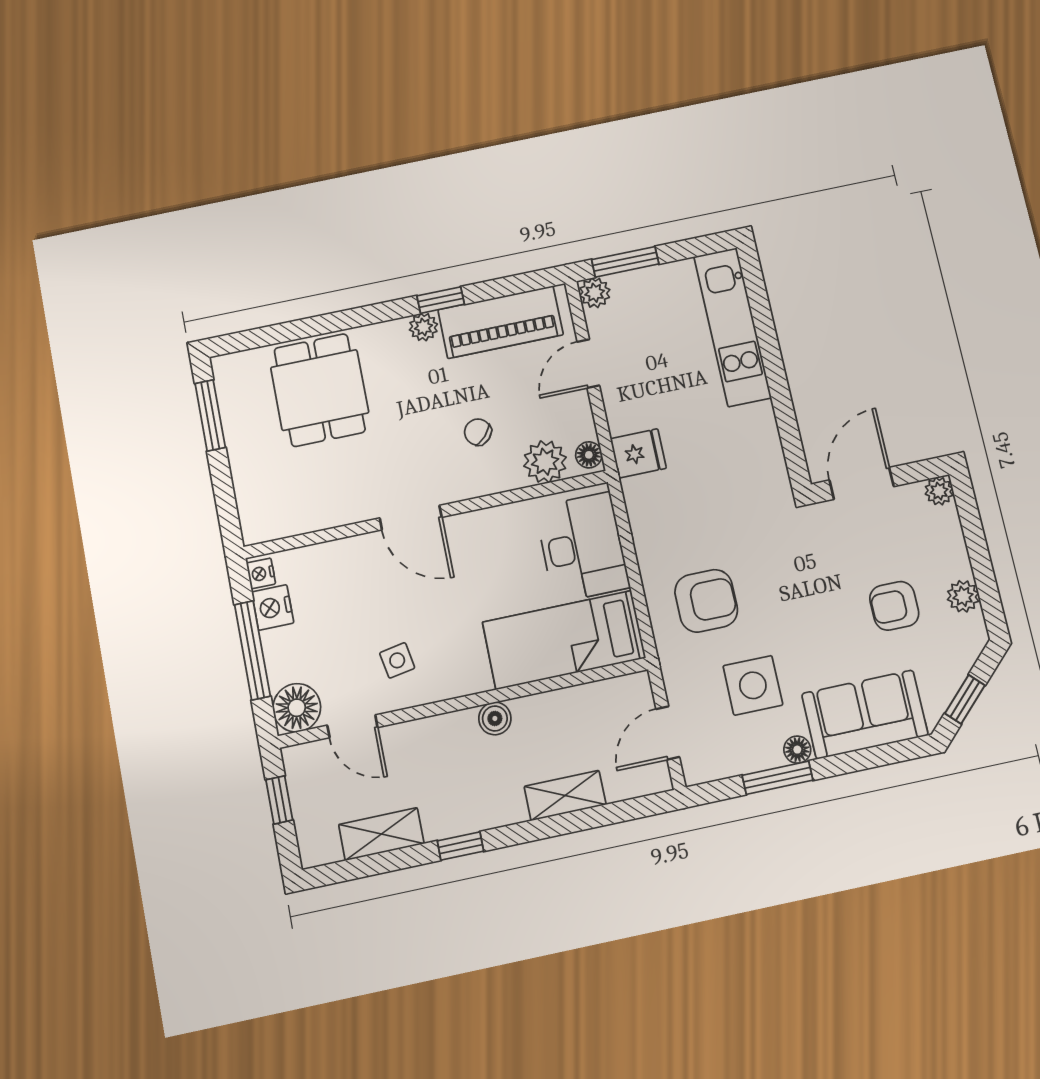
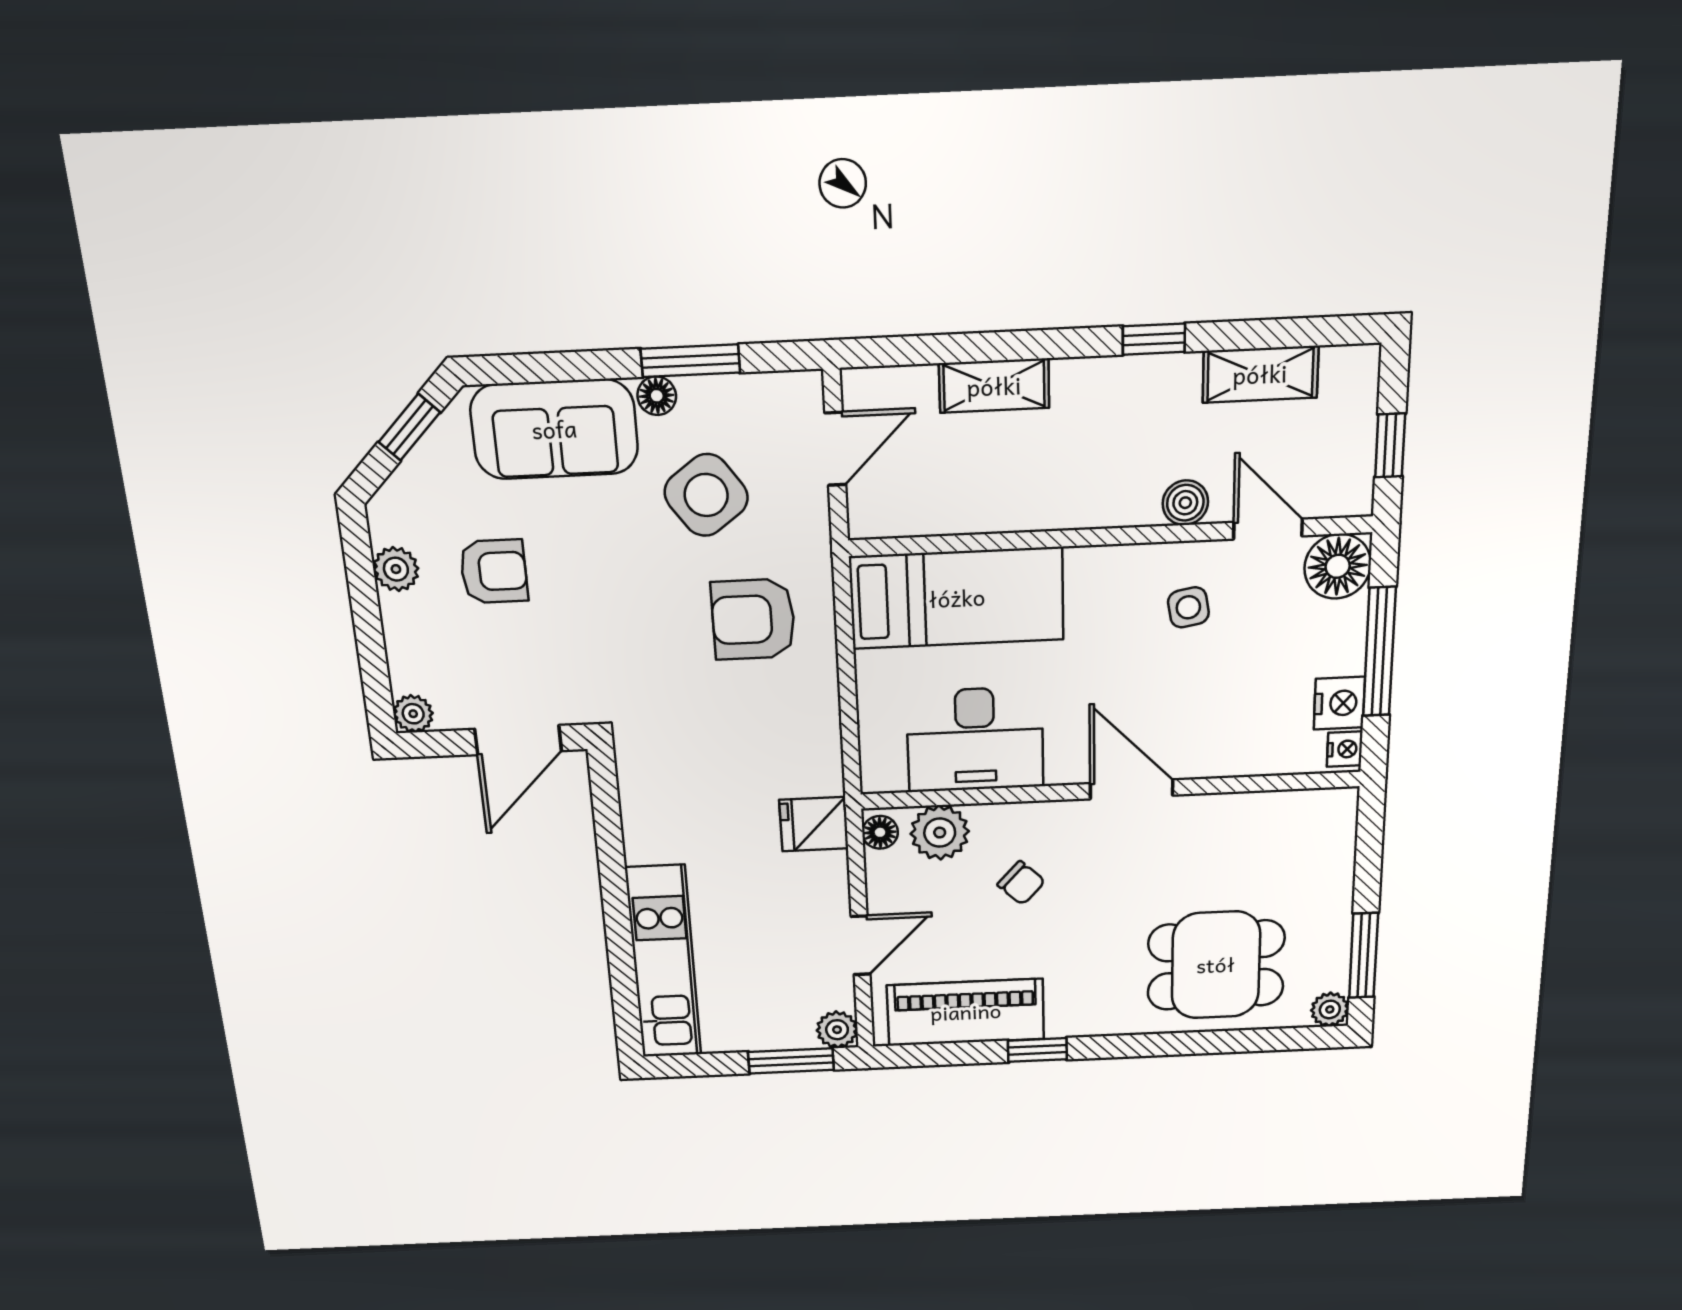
plant: (423, 327) -> (1330, 1009), moved
dining table: (320, 390) -> (1216, 965), turned 90
desk: (582, 547) -> (975, 739), moved, turned -90
side table: (753, 685) -> (706, 495), turned -36
boiler: (495, 718) -> (1185, 503), moved

